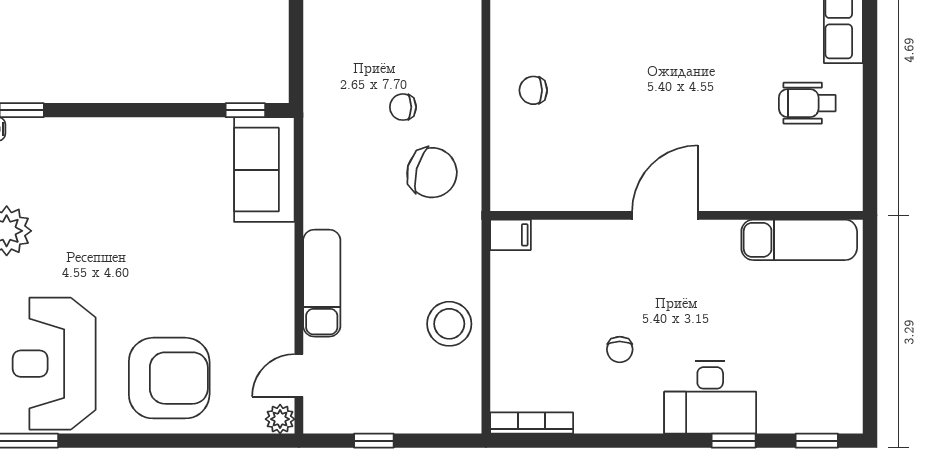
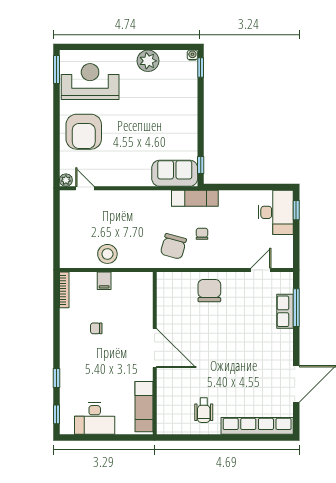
chair: (533, 90) -> (209, 291), width x1.87, depth x1.87
wheelchair: (807, 103) -> (204, 410), turned 180
door: (665, 215) -> (155, 348), width x1.36
filing cabinet: (510, 235) -> (104, 281), moved
exam couch: (322, 283) -> (195, 198), moved
desk: (710, 397) -> (95, 419), moved, turned -90
window: (374, 441) -> (56, 221), removed

